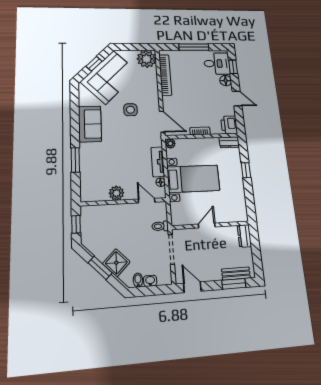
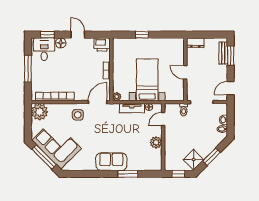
window: (94, 64) -> (44, 157), width x2.17
door: (237, 98) -> (78, 35), hinge flipped
side table: (130, 110) -> (78, 115), moved
sofa: (90, 124) -> (111, 162), moved
dresser: (229, 142) -> (117, 46), removed
shower: (116, 263) -> (194, 160), moved

